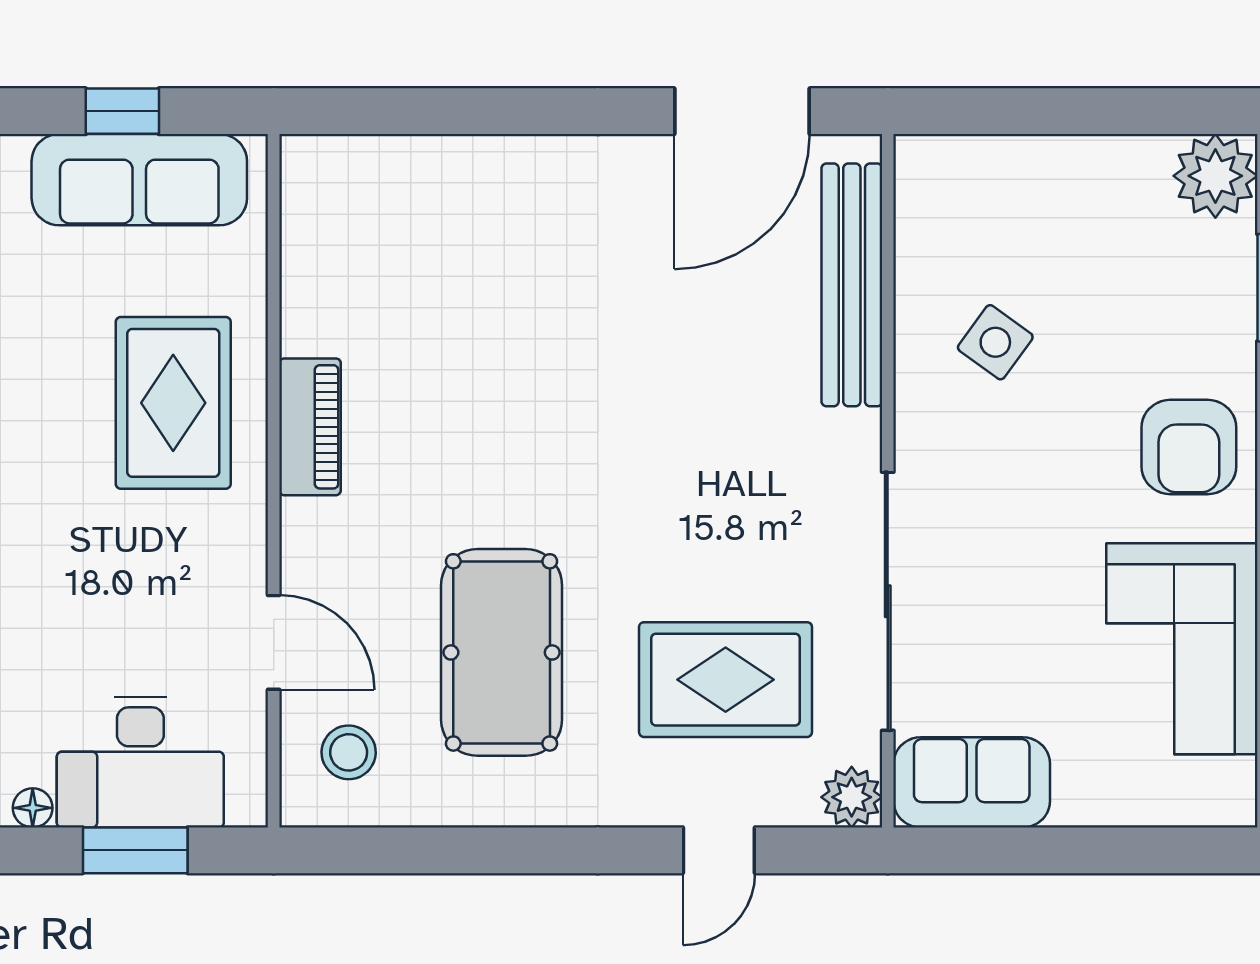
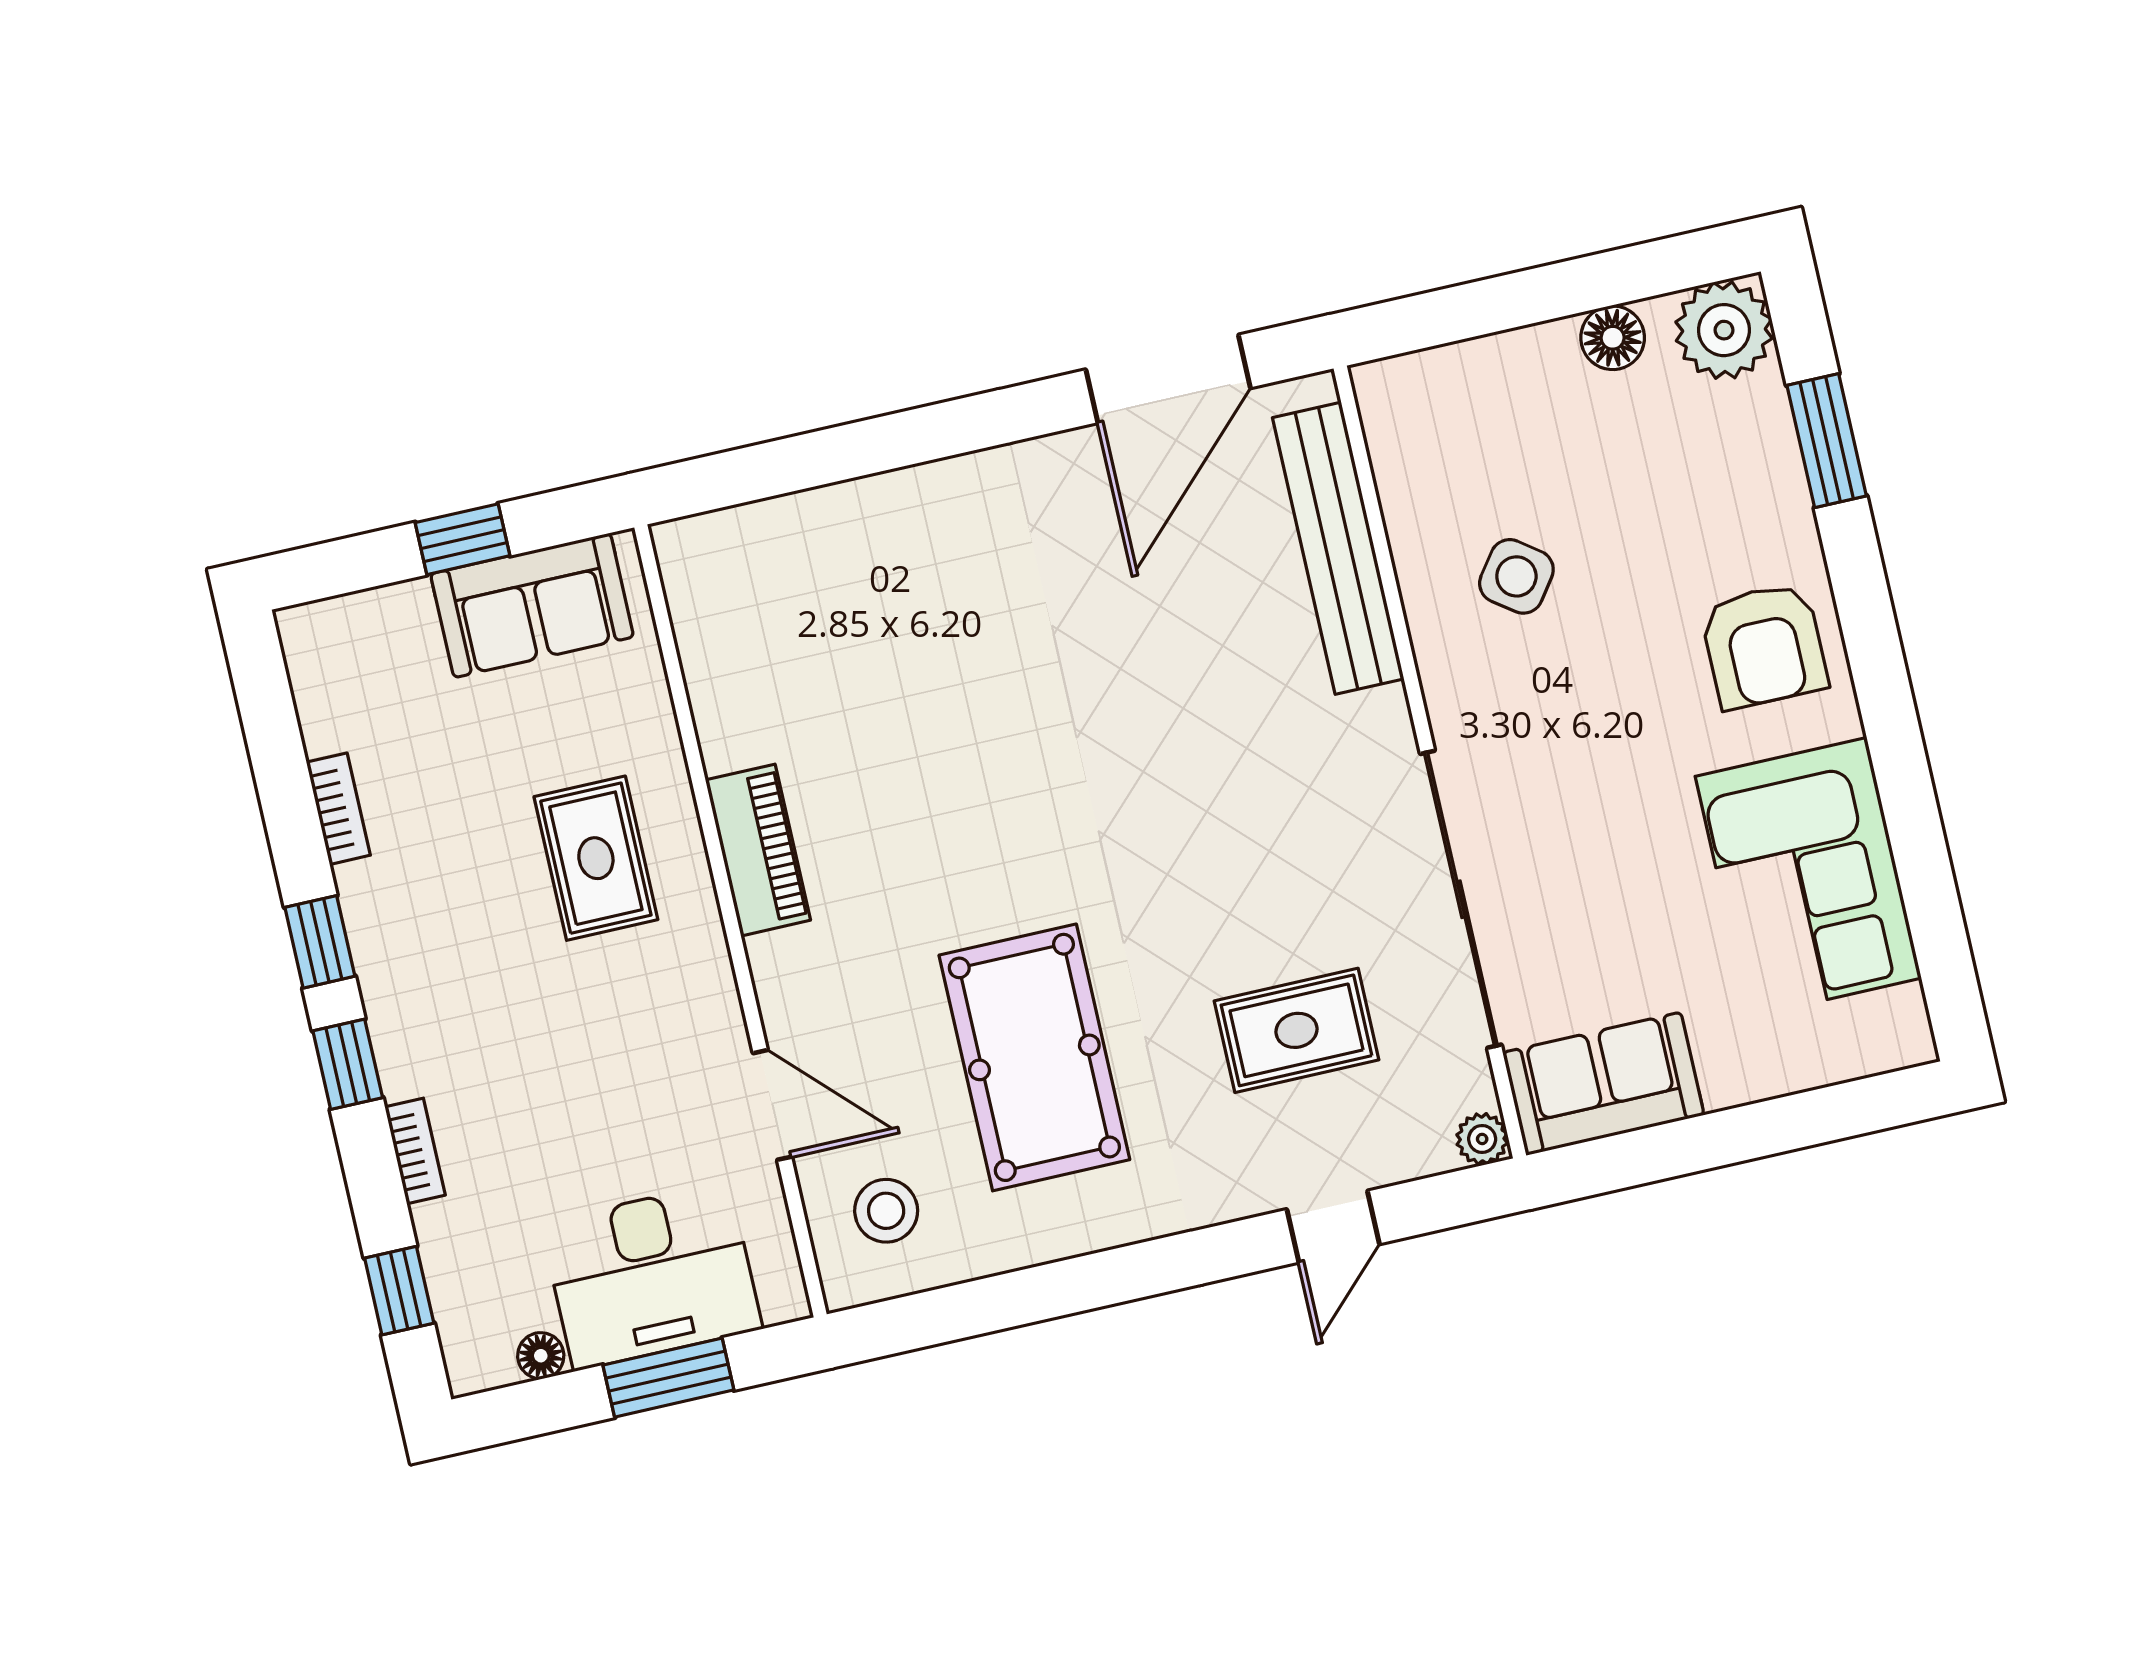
floor lamp: (1121, 161) -> (1613, 338), added
sofa: (139, 180) -> (532, 605), width x0.73
rug: (173, 403) -> (596, 858), width x0.73, depth x0.70
rug: (726, 680) -> (1296, 1030), width x0.73, depth x0.70
plant: (852, 797) -> (1482, 1139), width x0.73, depth x0.73

